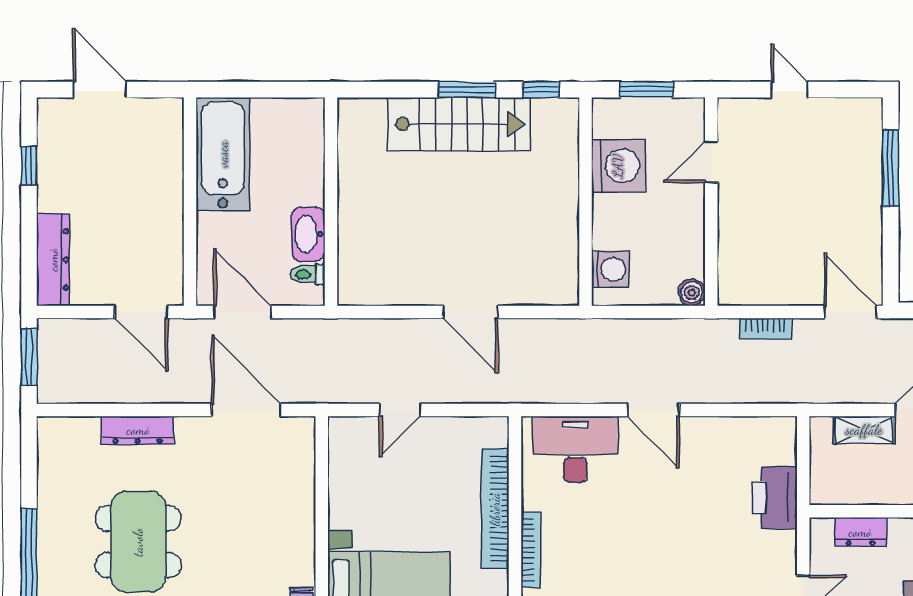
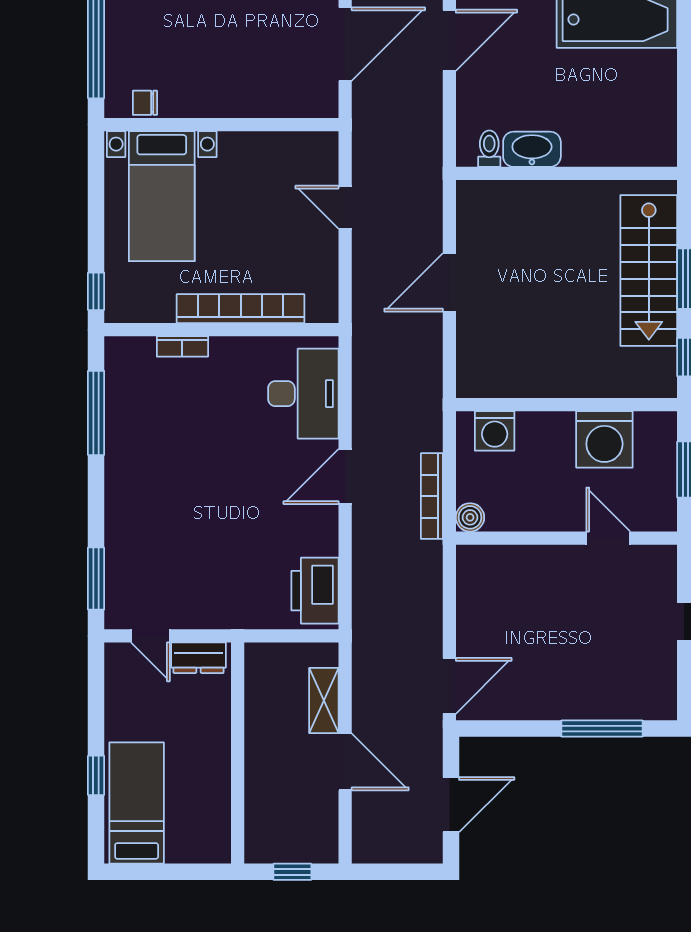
wall: (331, 202) -> (567, 173), moved
washbasin: (308, 234) -> (532, 149), moved
toilet: (308, 274) -> (489, 149), moved
bookcase: (765, 328) -> (432, 496), moved, width x1.56
printer: (775, 498) -> (315, 591), moved, turned -90
dresser: (860, 532) -> (199, 658), moved, turned -90
bookcase: (531, 550) -> (182, 346), width x0.64

